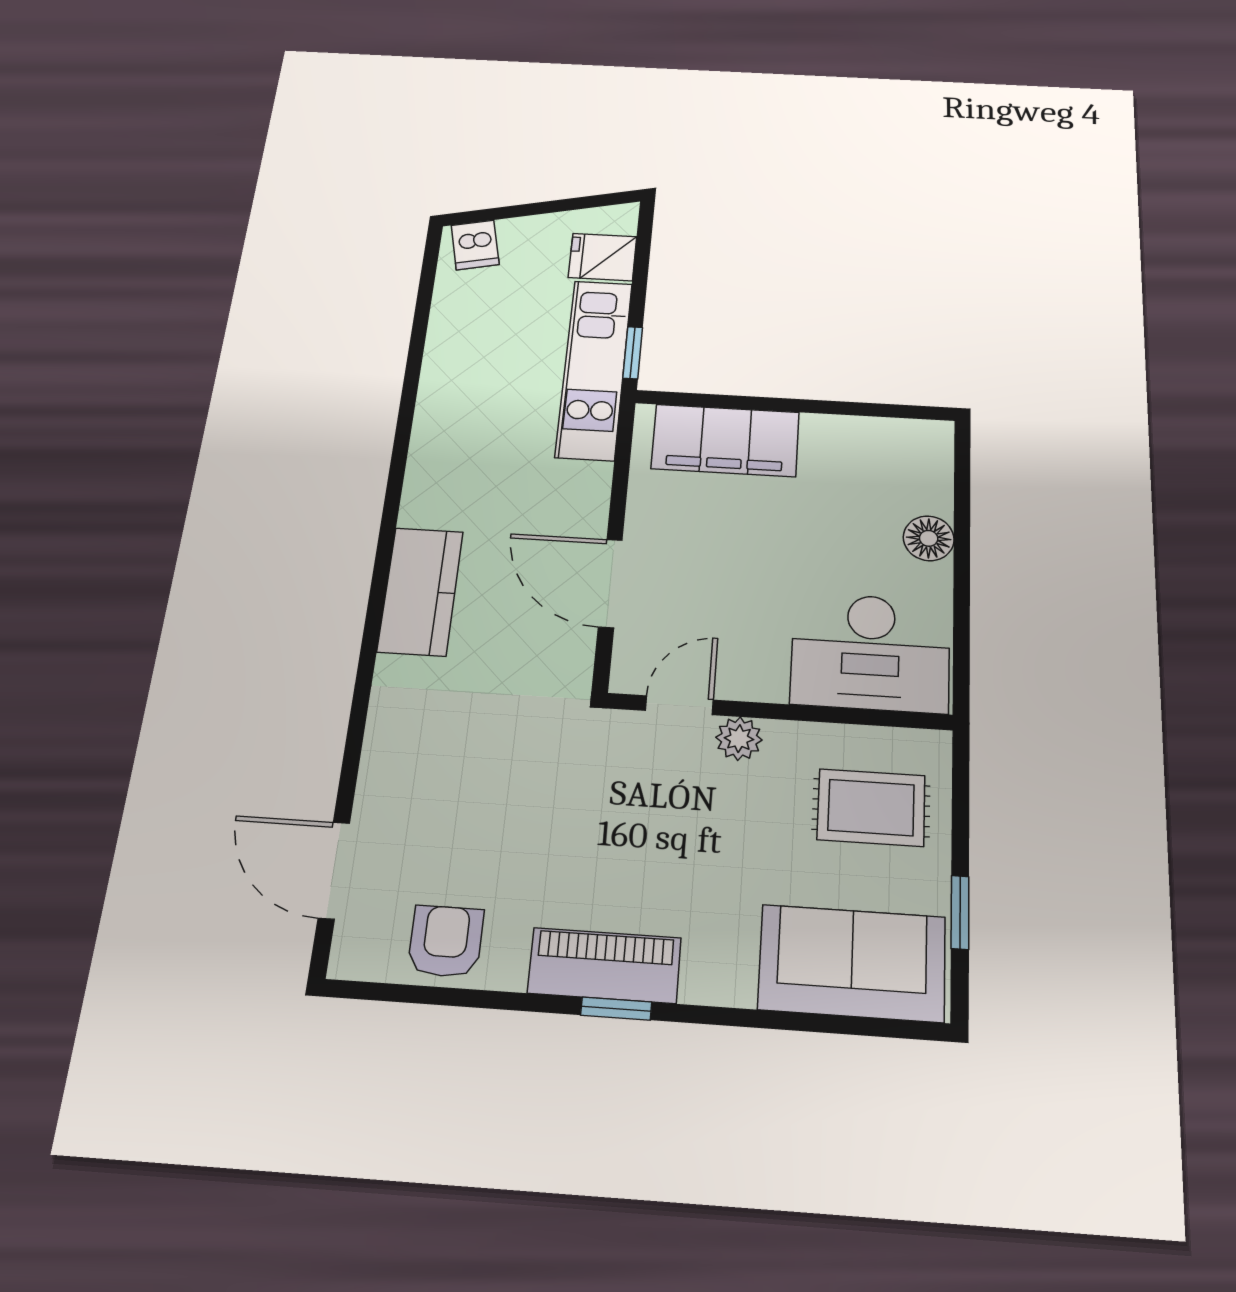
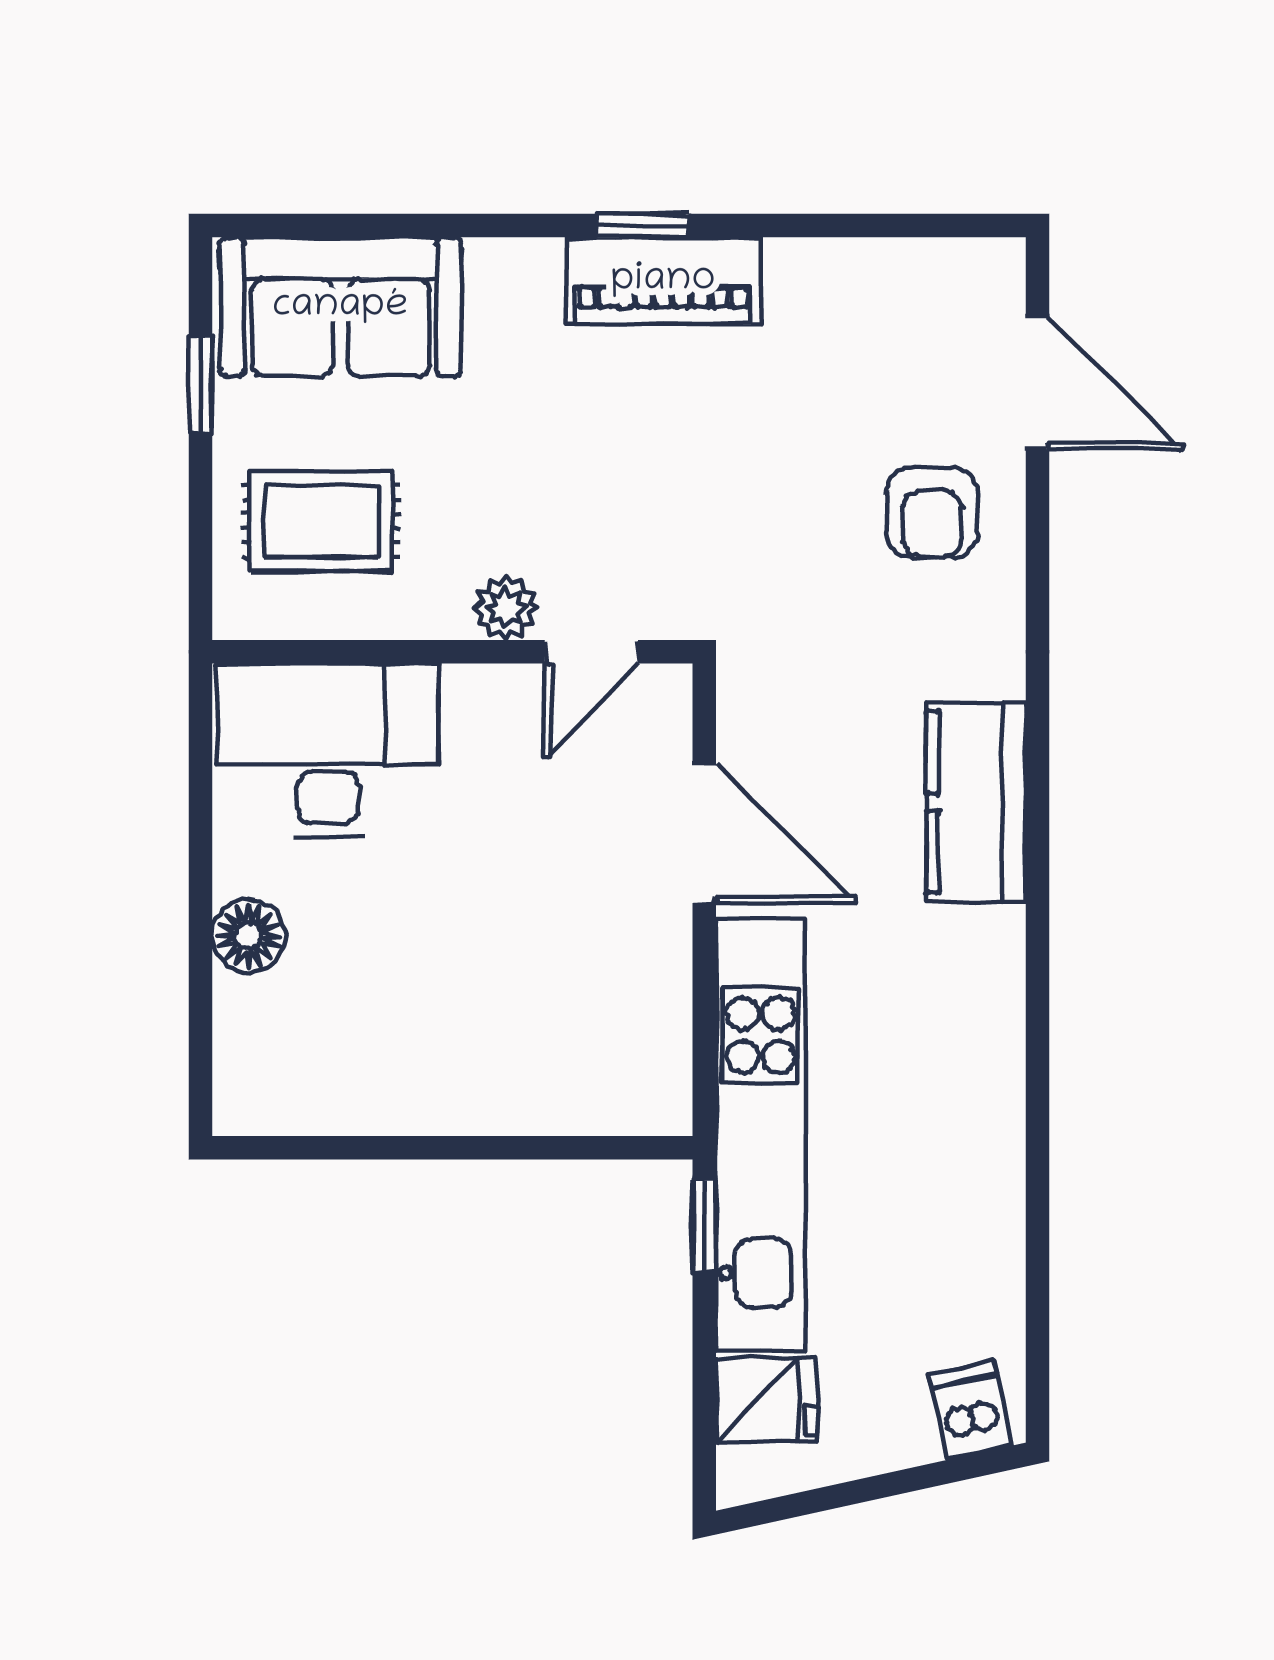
kitchen unit: (594, 369) -> (761, 1135), width x1.36
filing cabinet: (725, 440) -> (553, 1080), removed
armchair: (446, 941) -> (932, 513), moved

